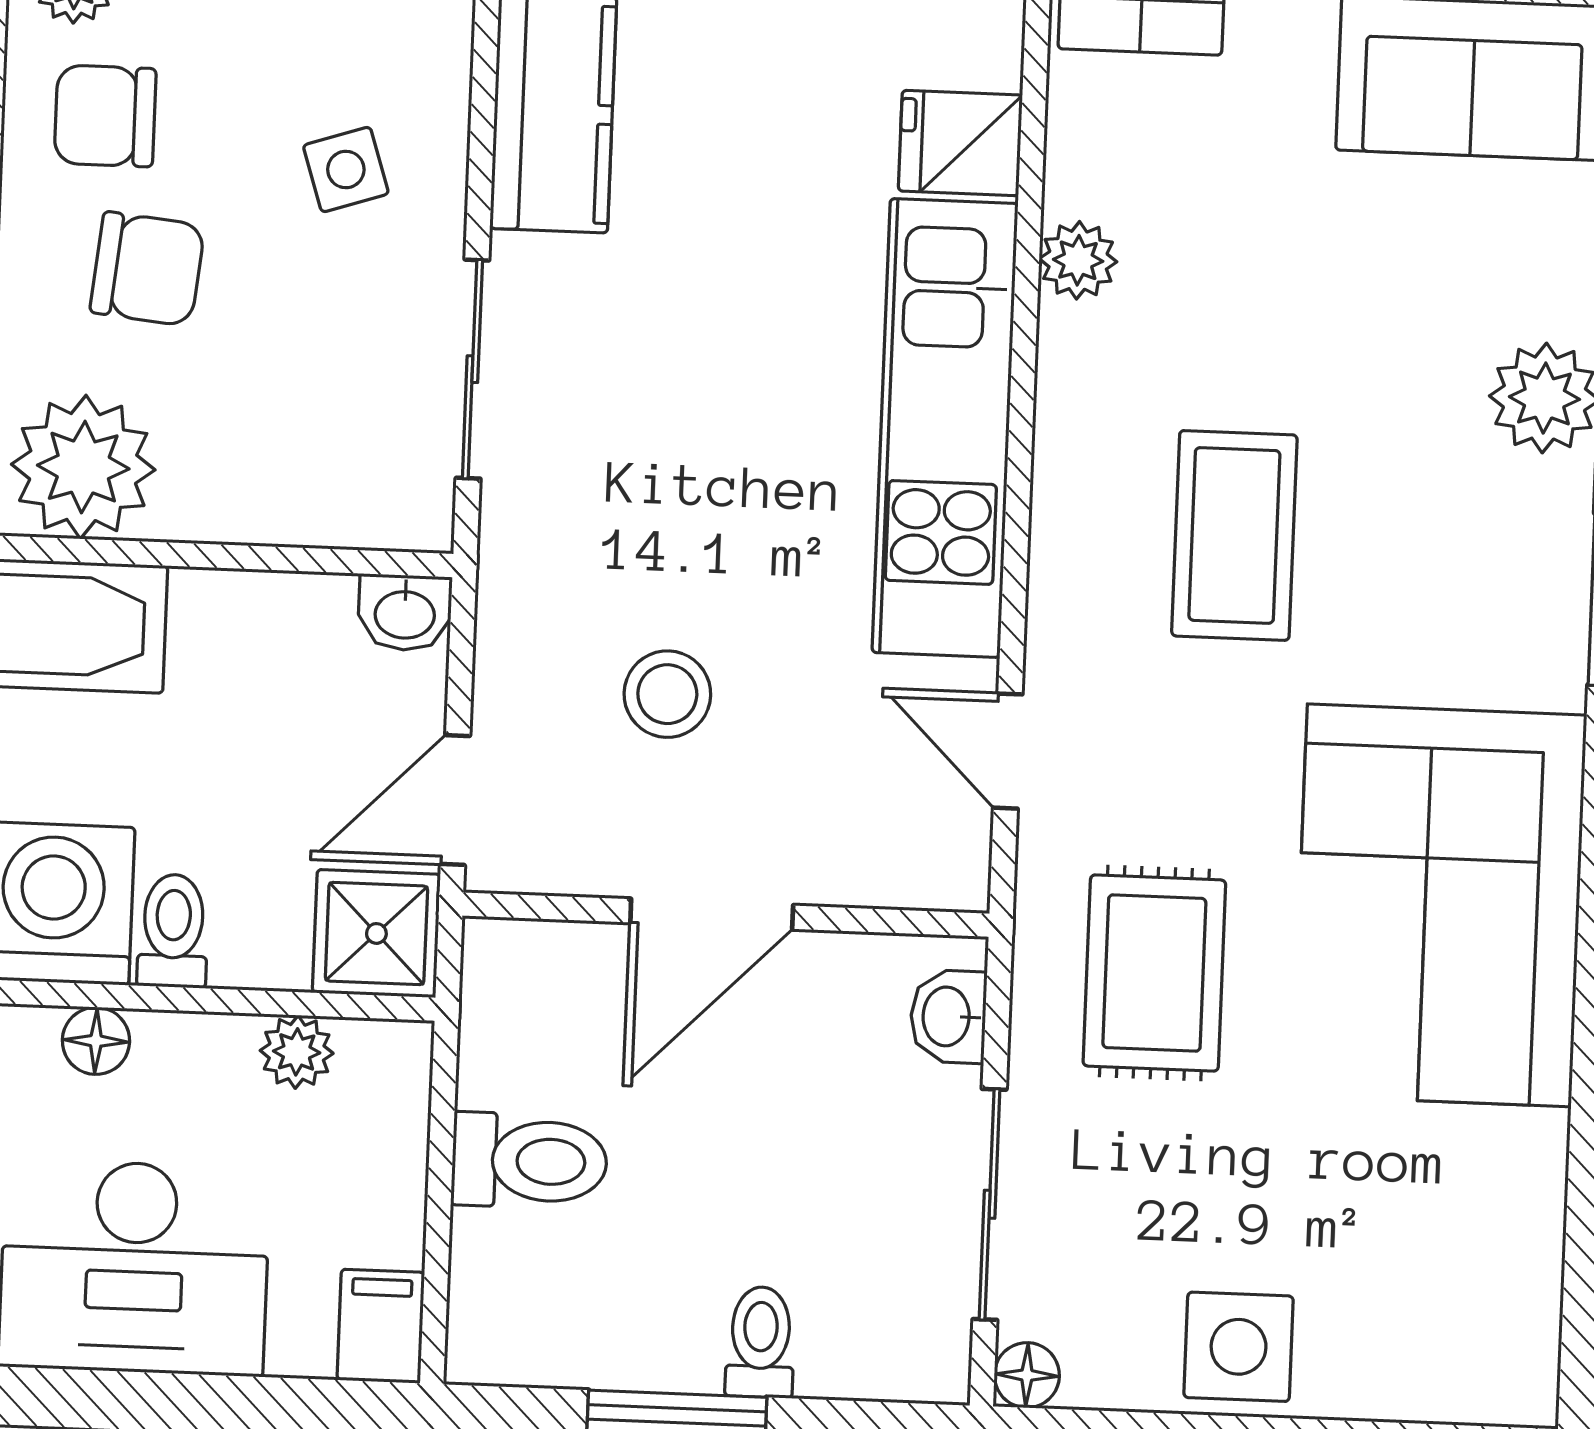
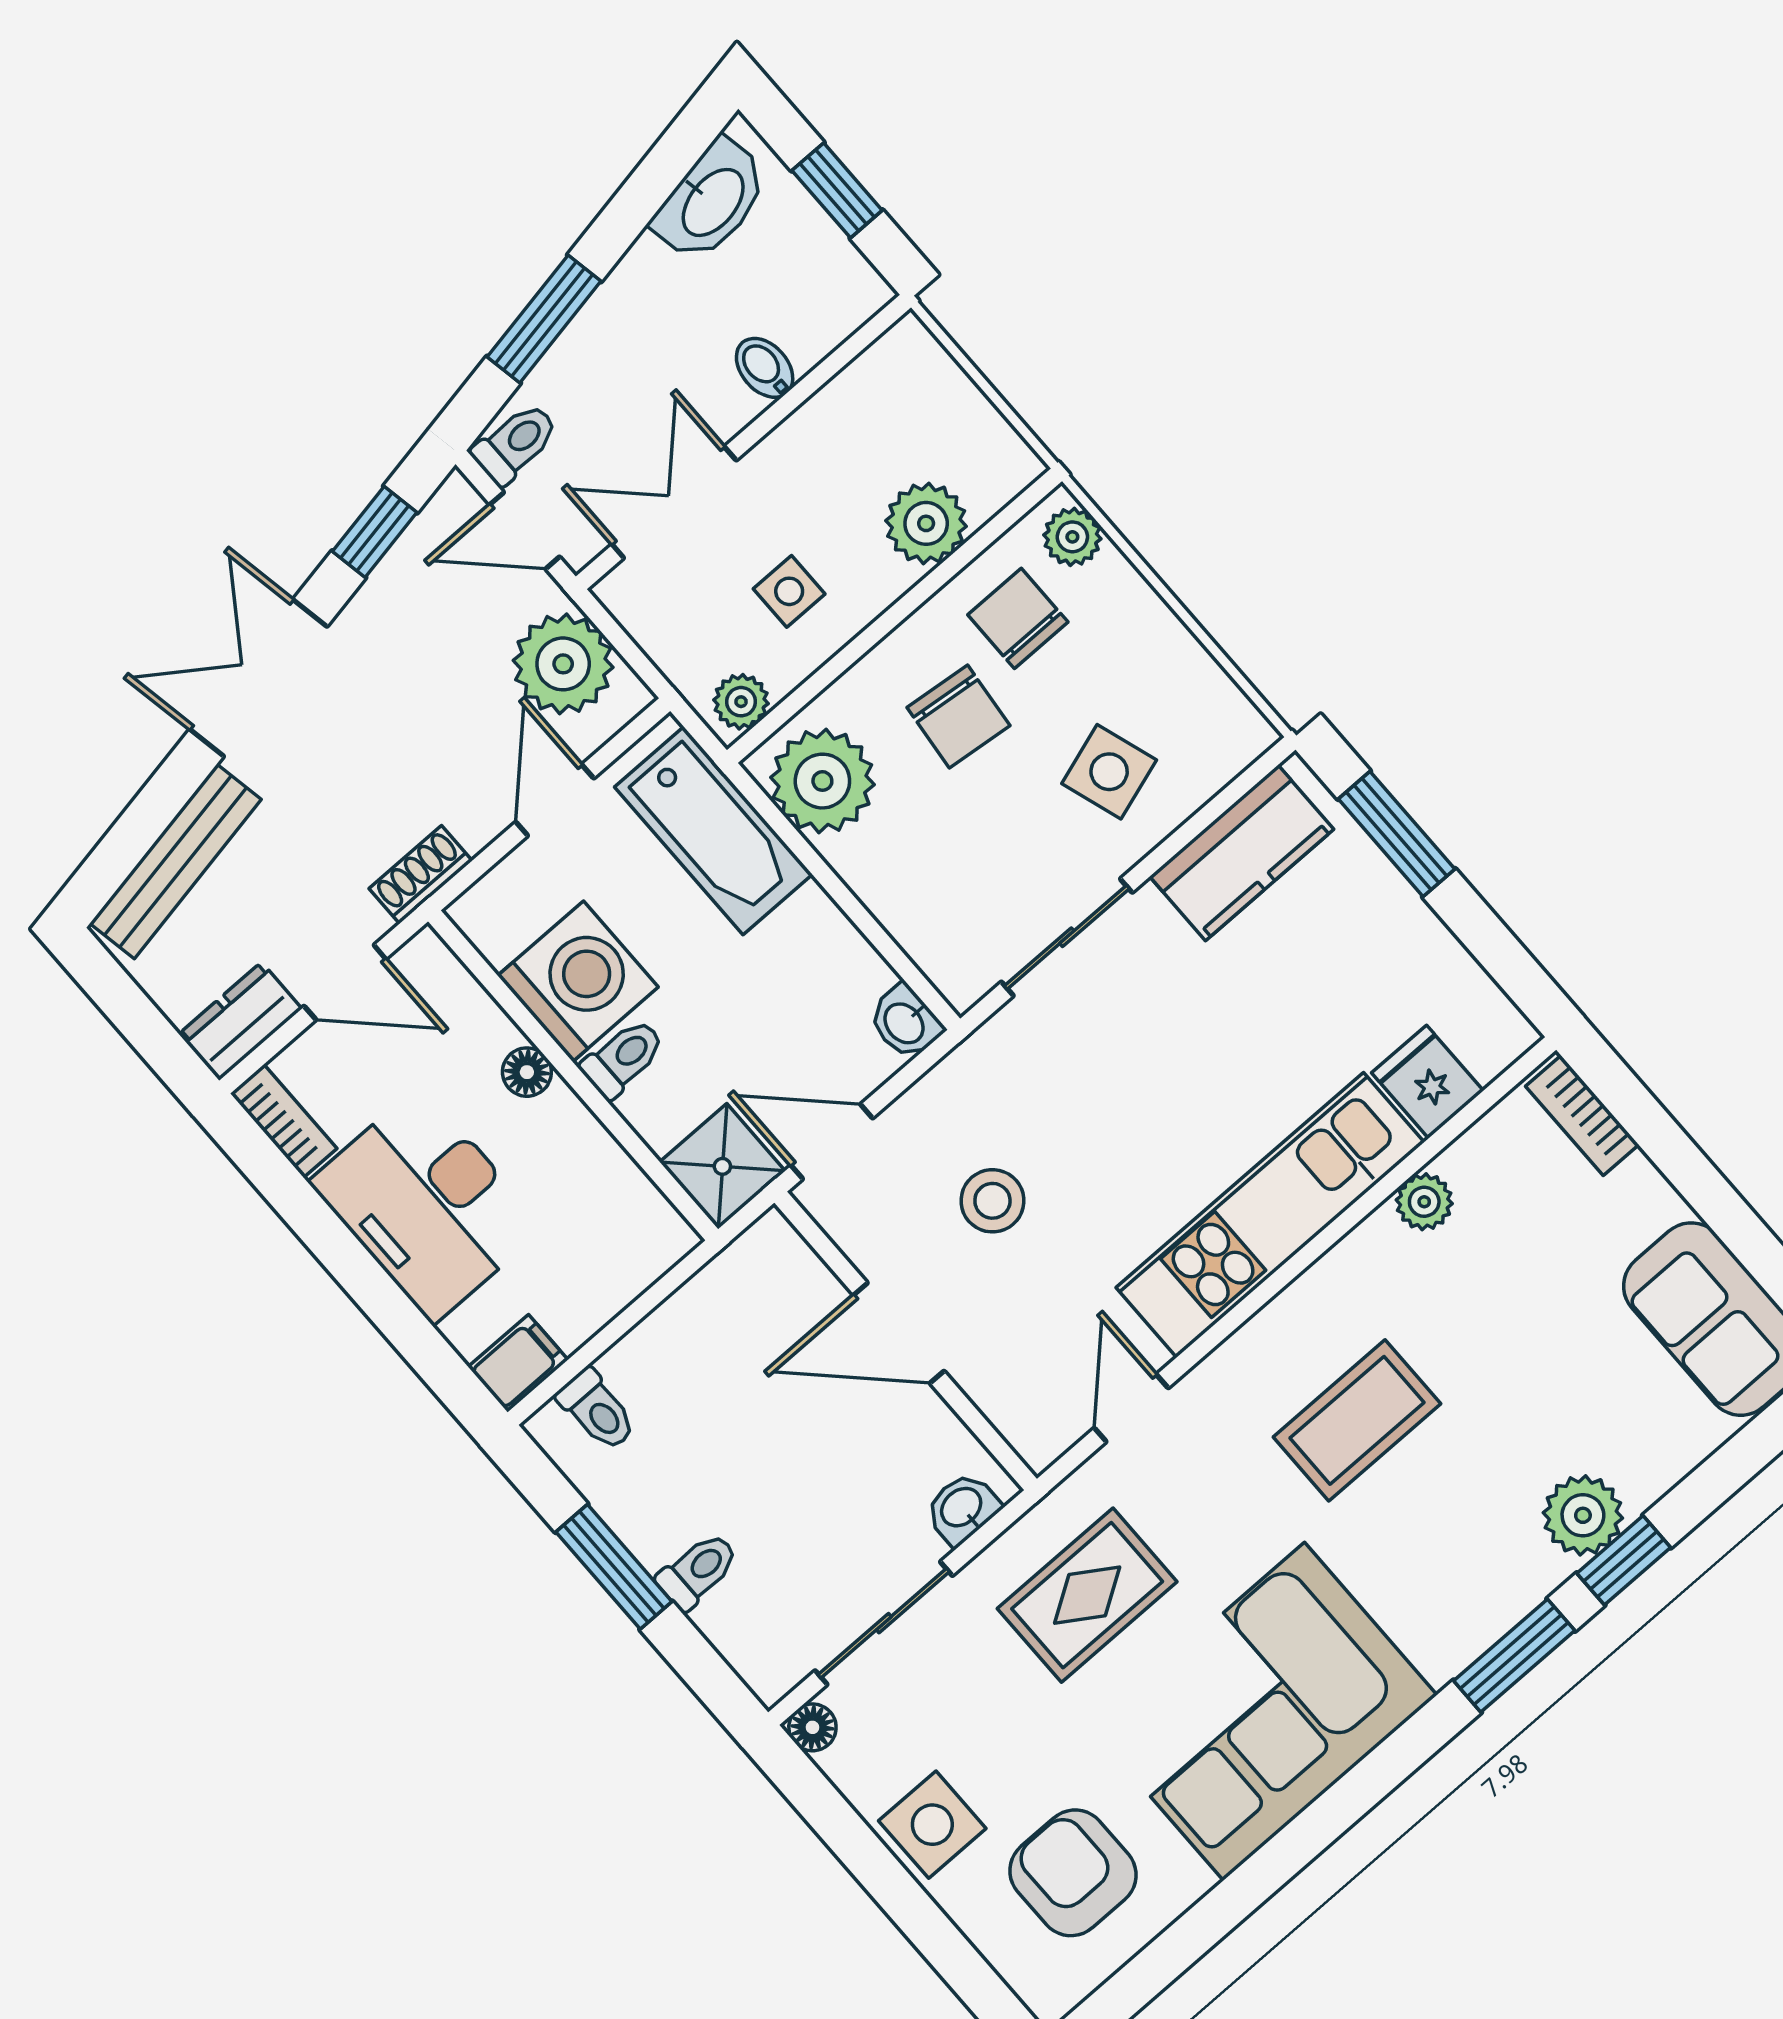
side table: (346, 170) -> (1109, 772), width x1.37, depth x1.37
plant: (297, 1052) -> (621, 1183), removed
toilet: (529, 1161) -> (597, 1410), moved, width x0.73, depth x0.72
armchair: (1421, 1251) -> (1073, 1873), added

